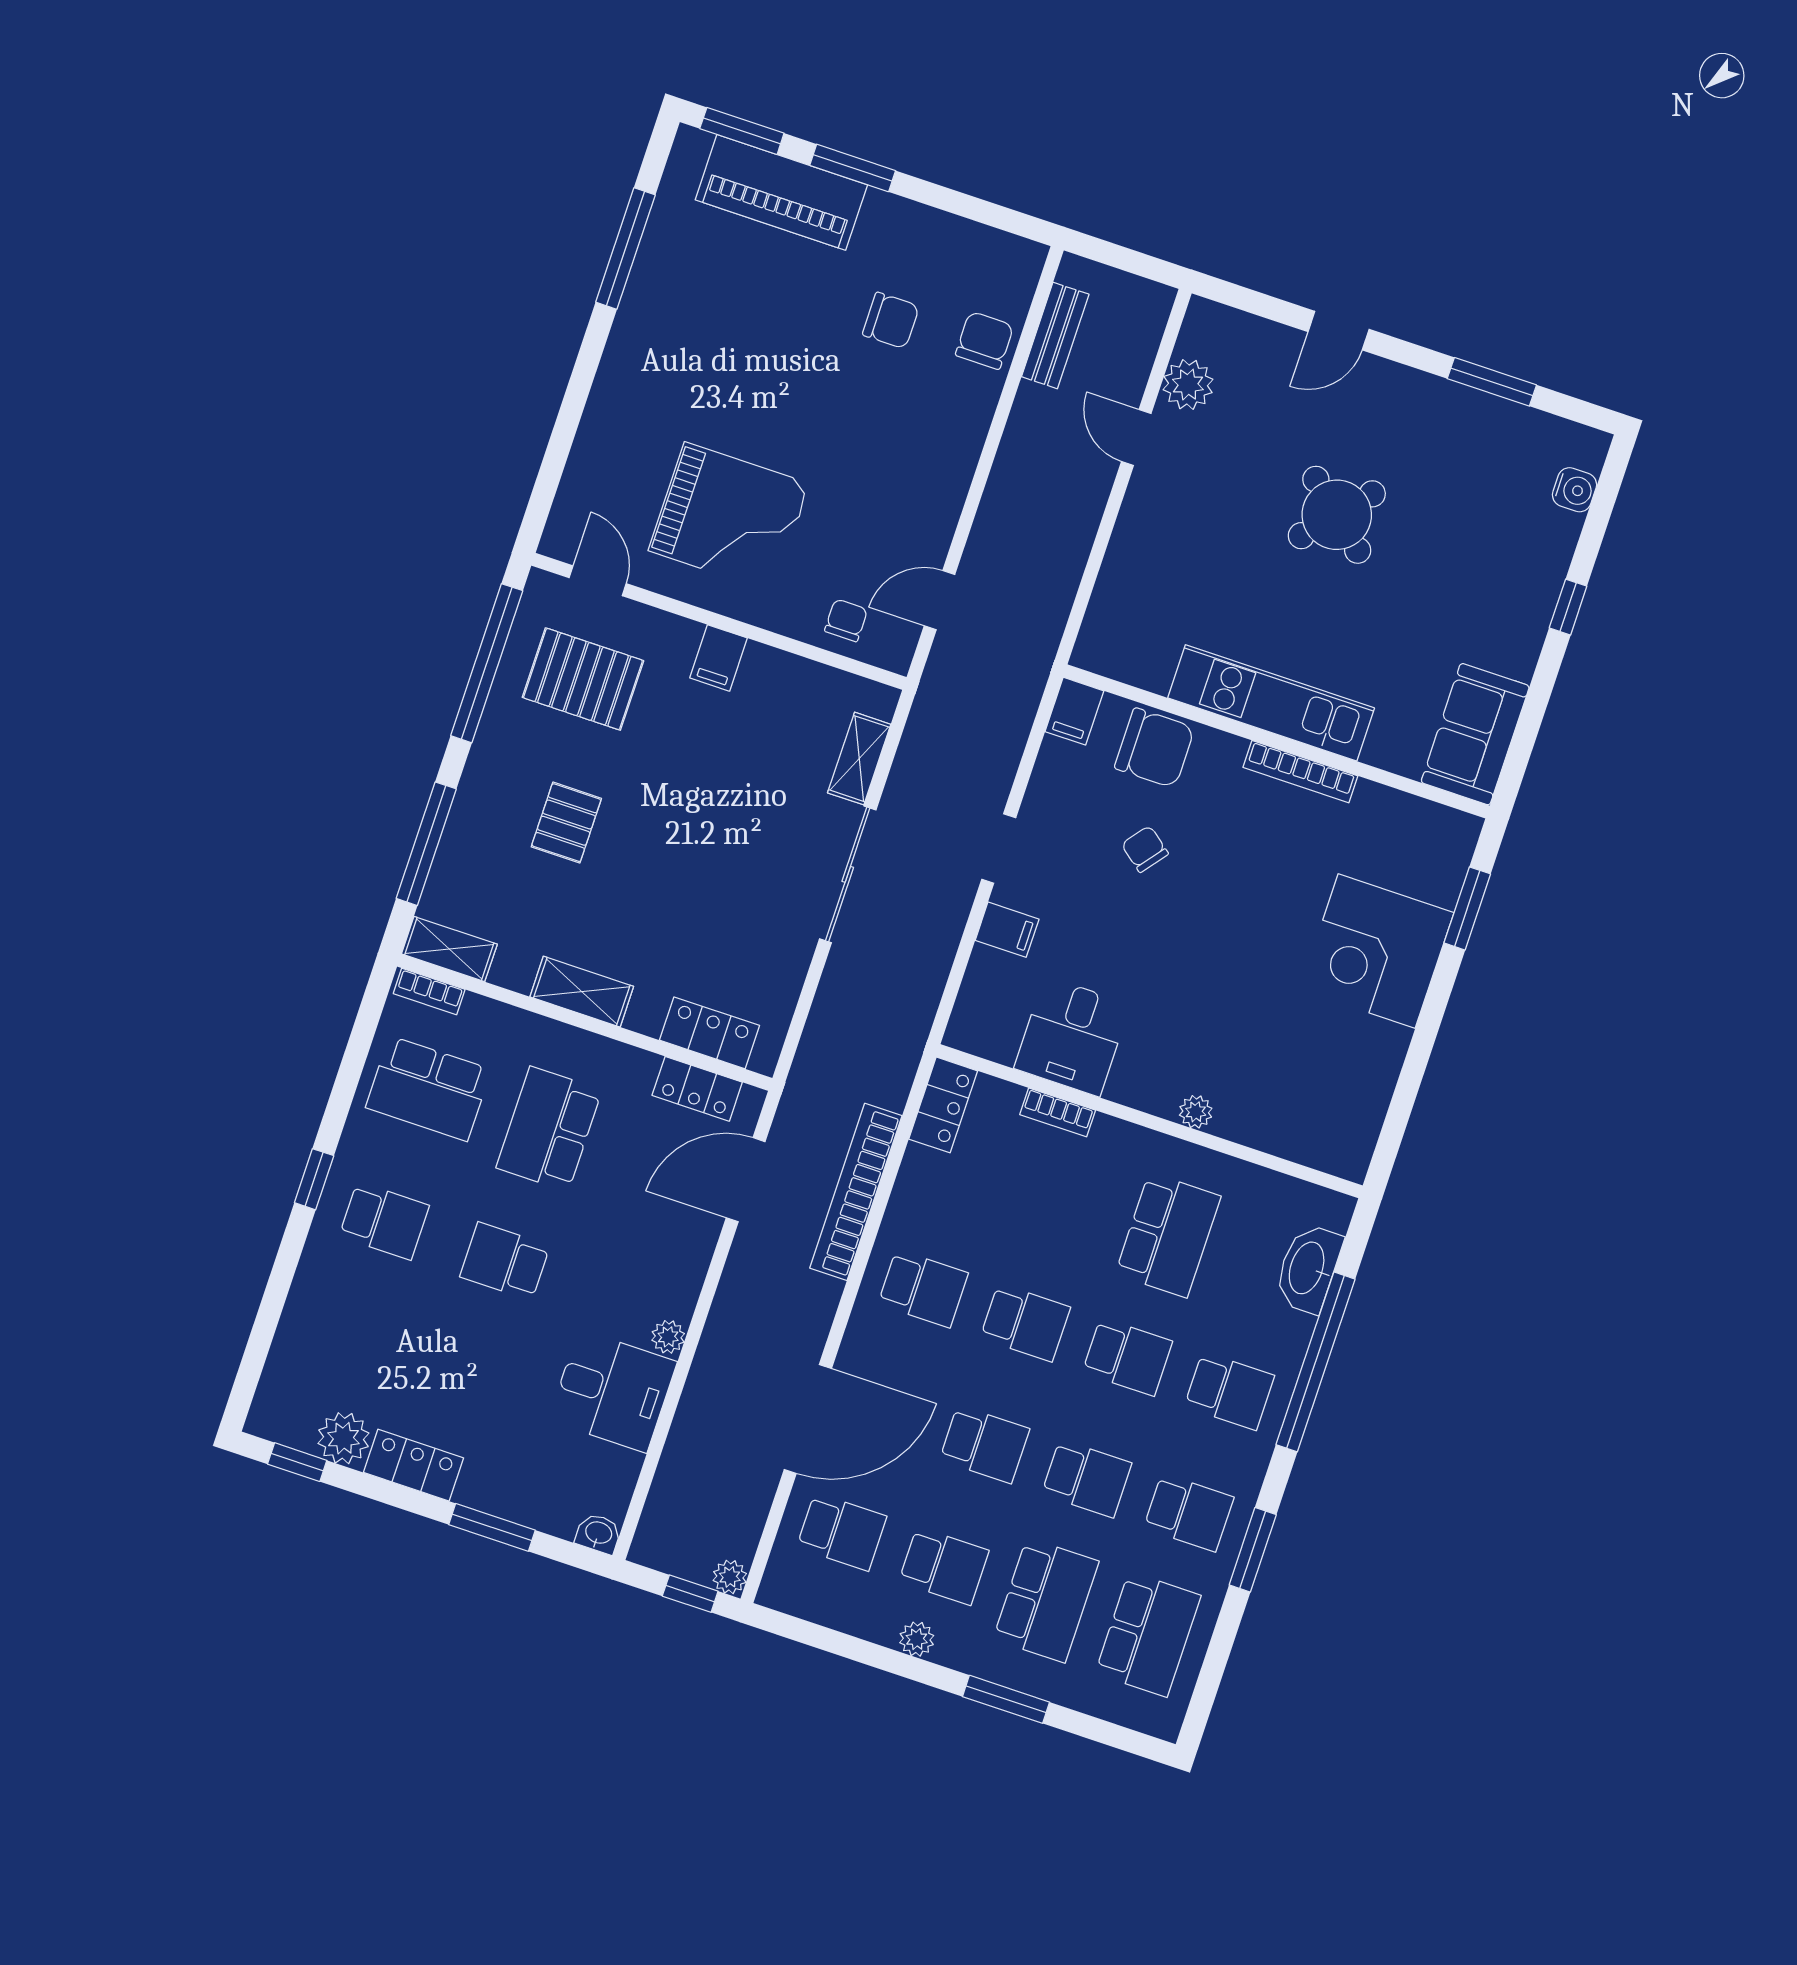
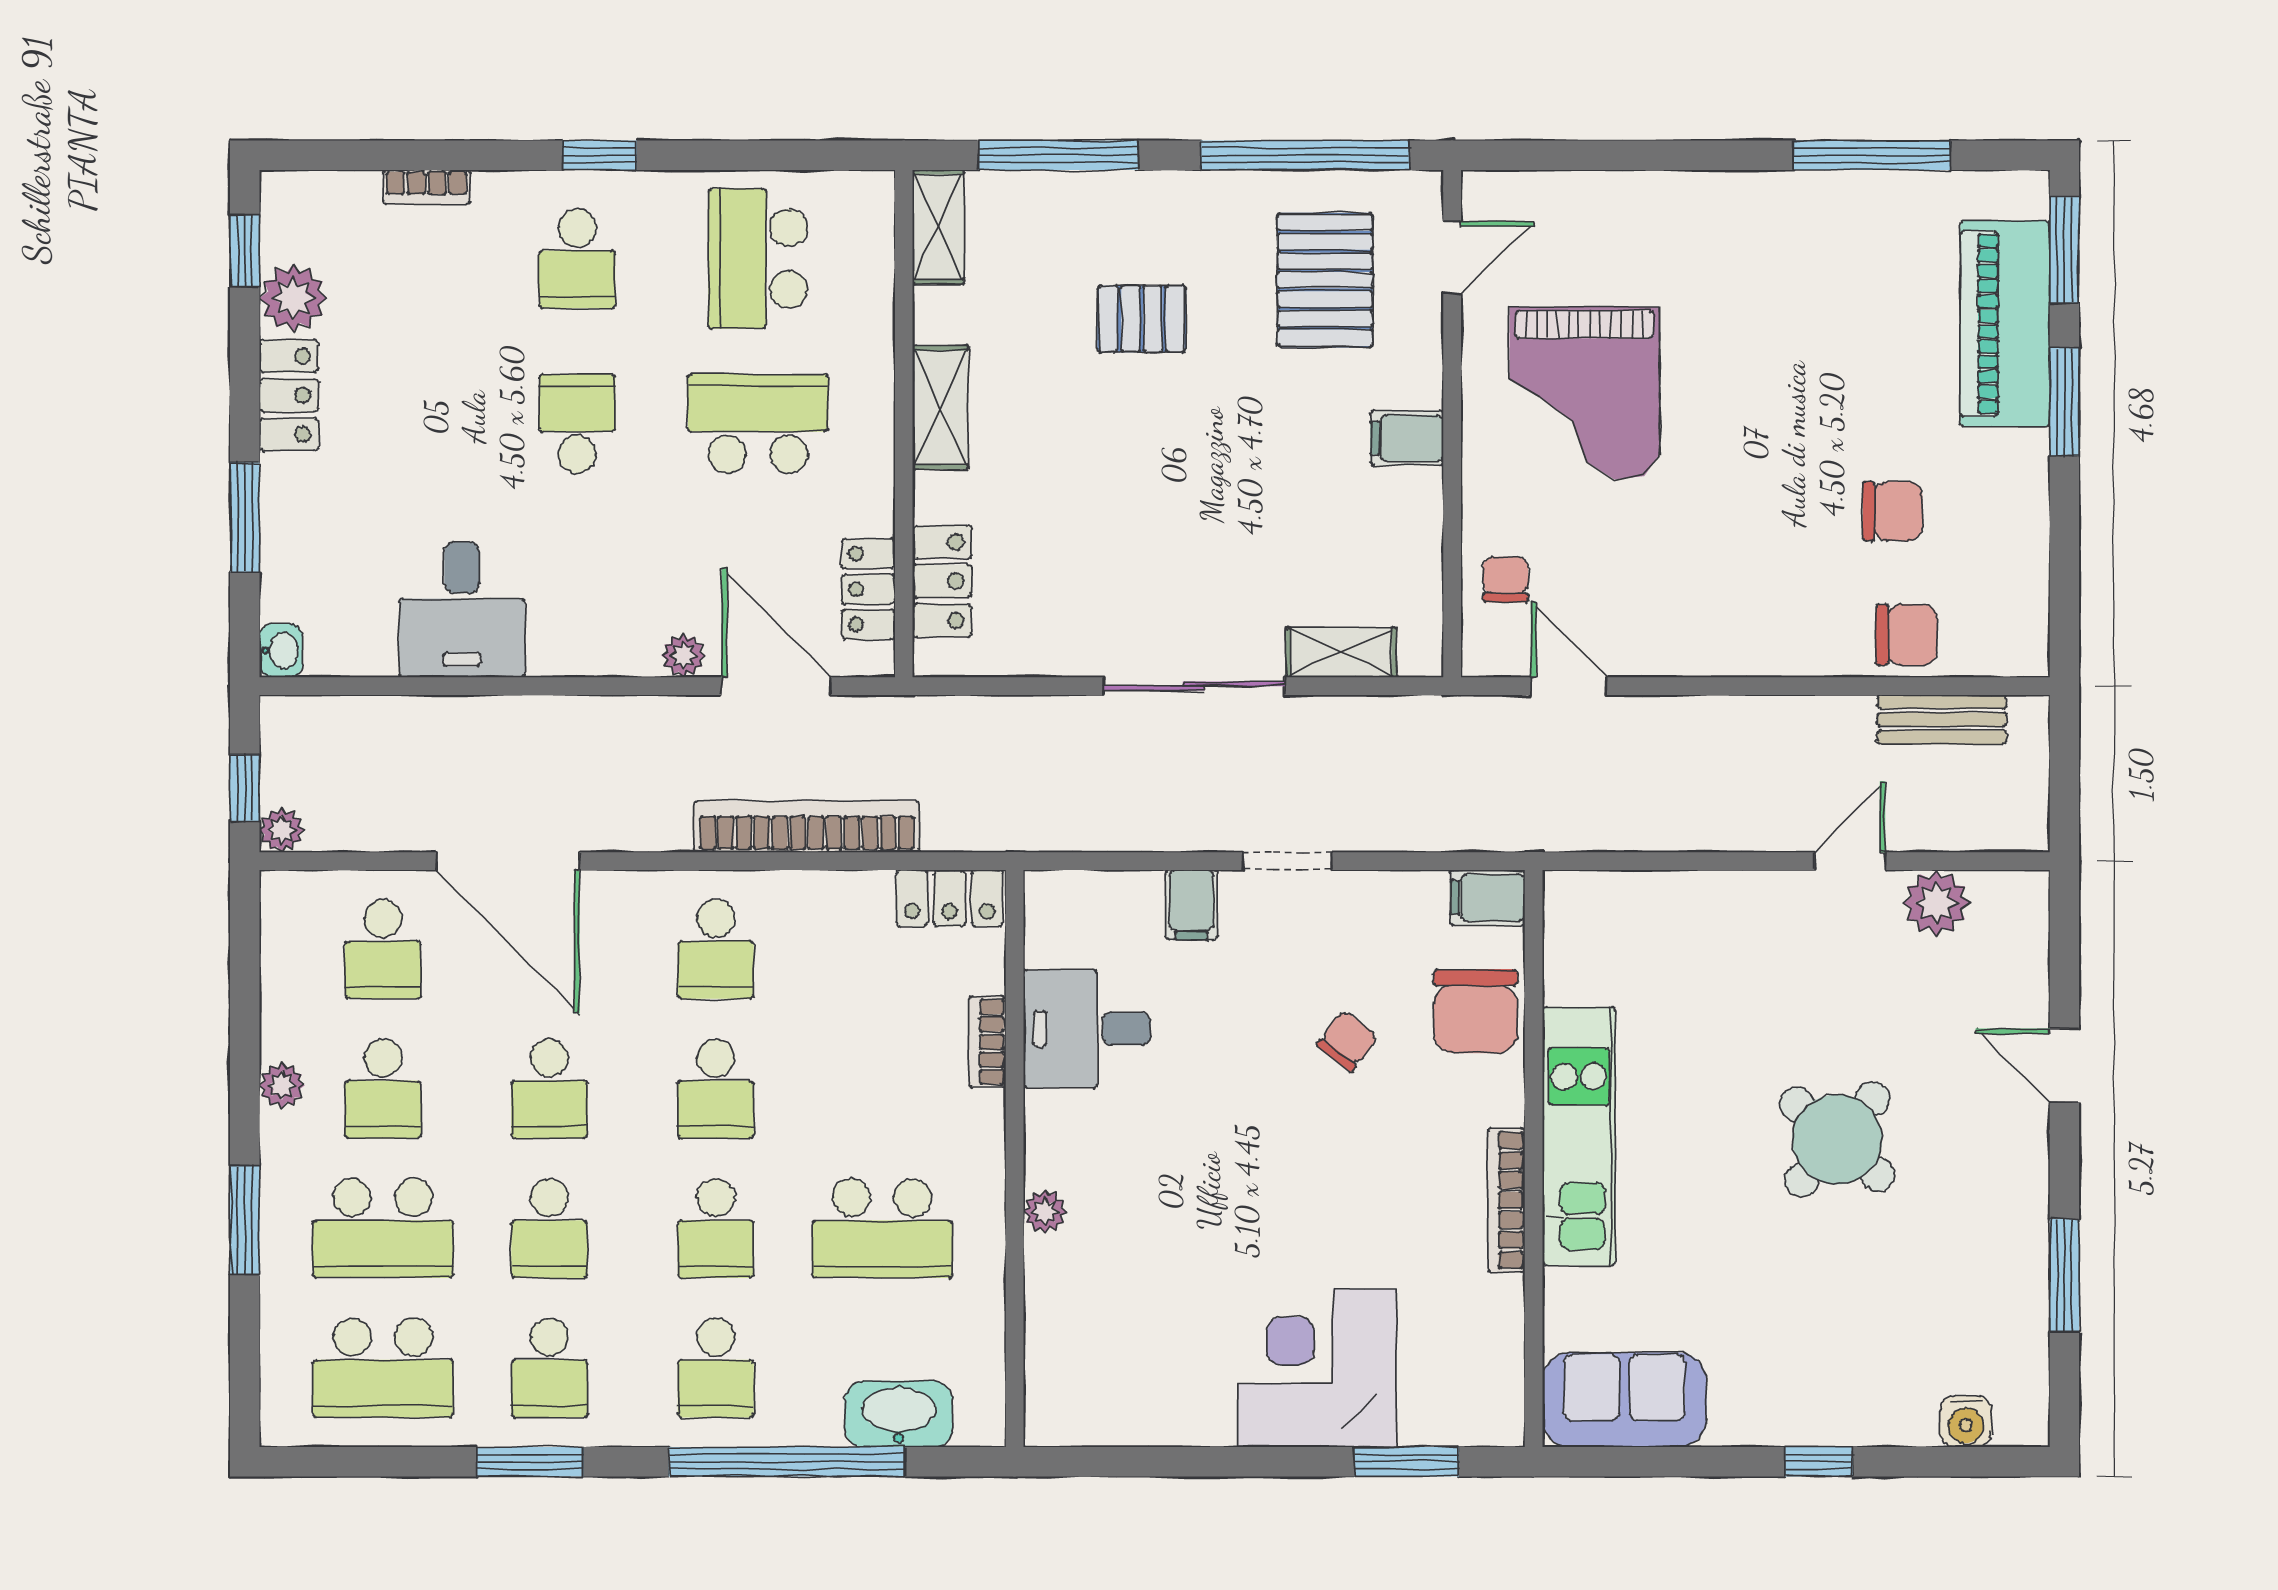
chair: (891, 320) -> (1893, 511), turned -90
chair: (846, 620) -> (1506, 580), turned -90
bookcase: (429, 992) -> (427, 187), moved, turned -90
plant: (668, 1337) -> (683, 655), moved

